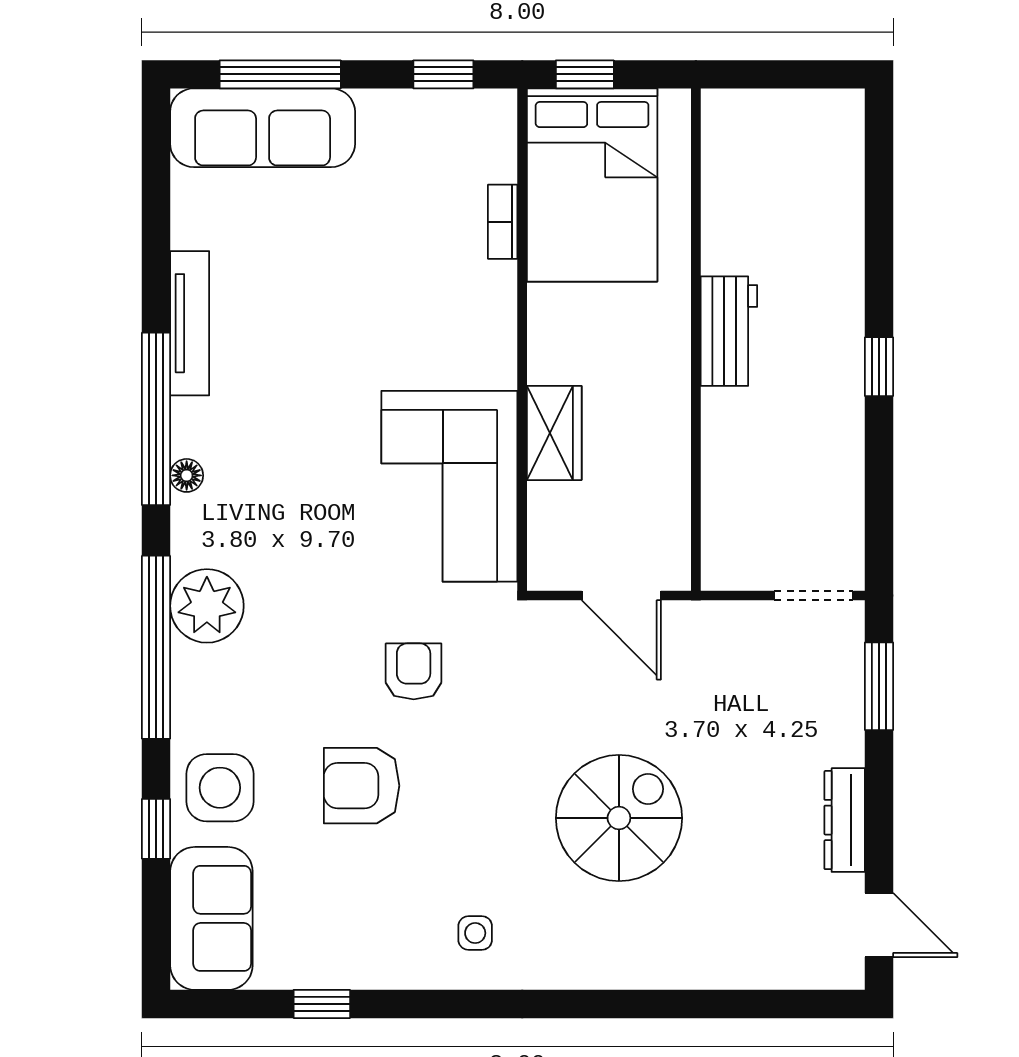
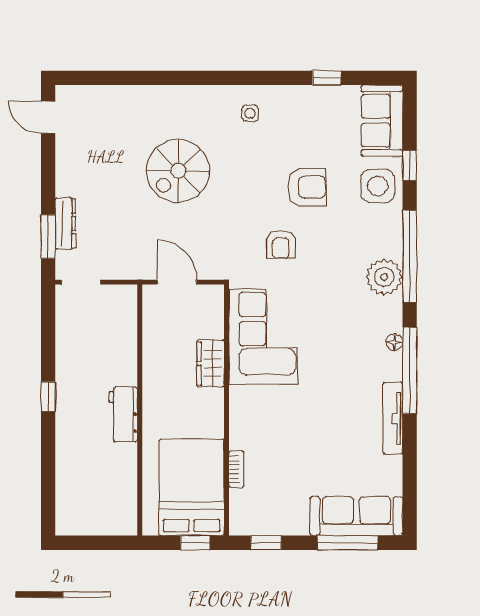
dresser: (845, 820) -> (65, 223), moved

